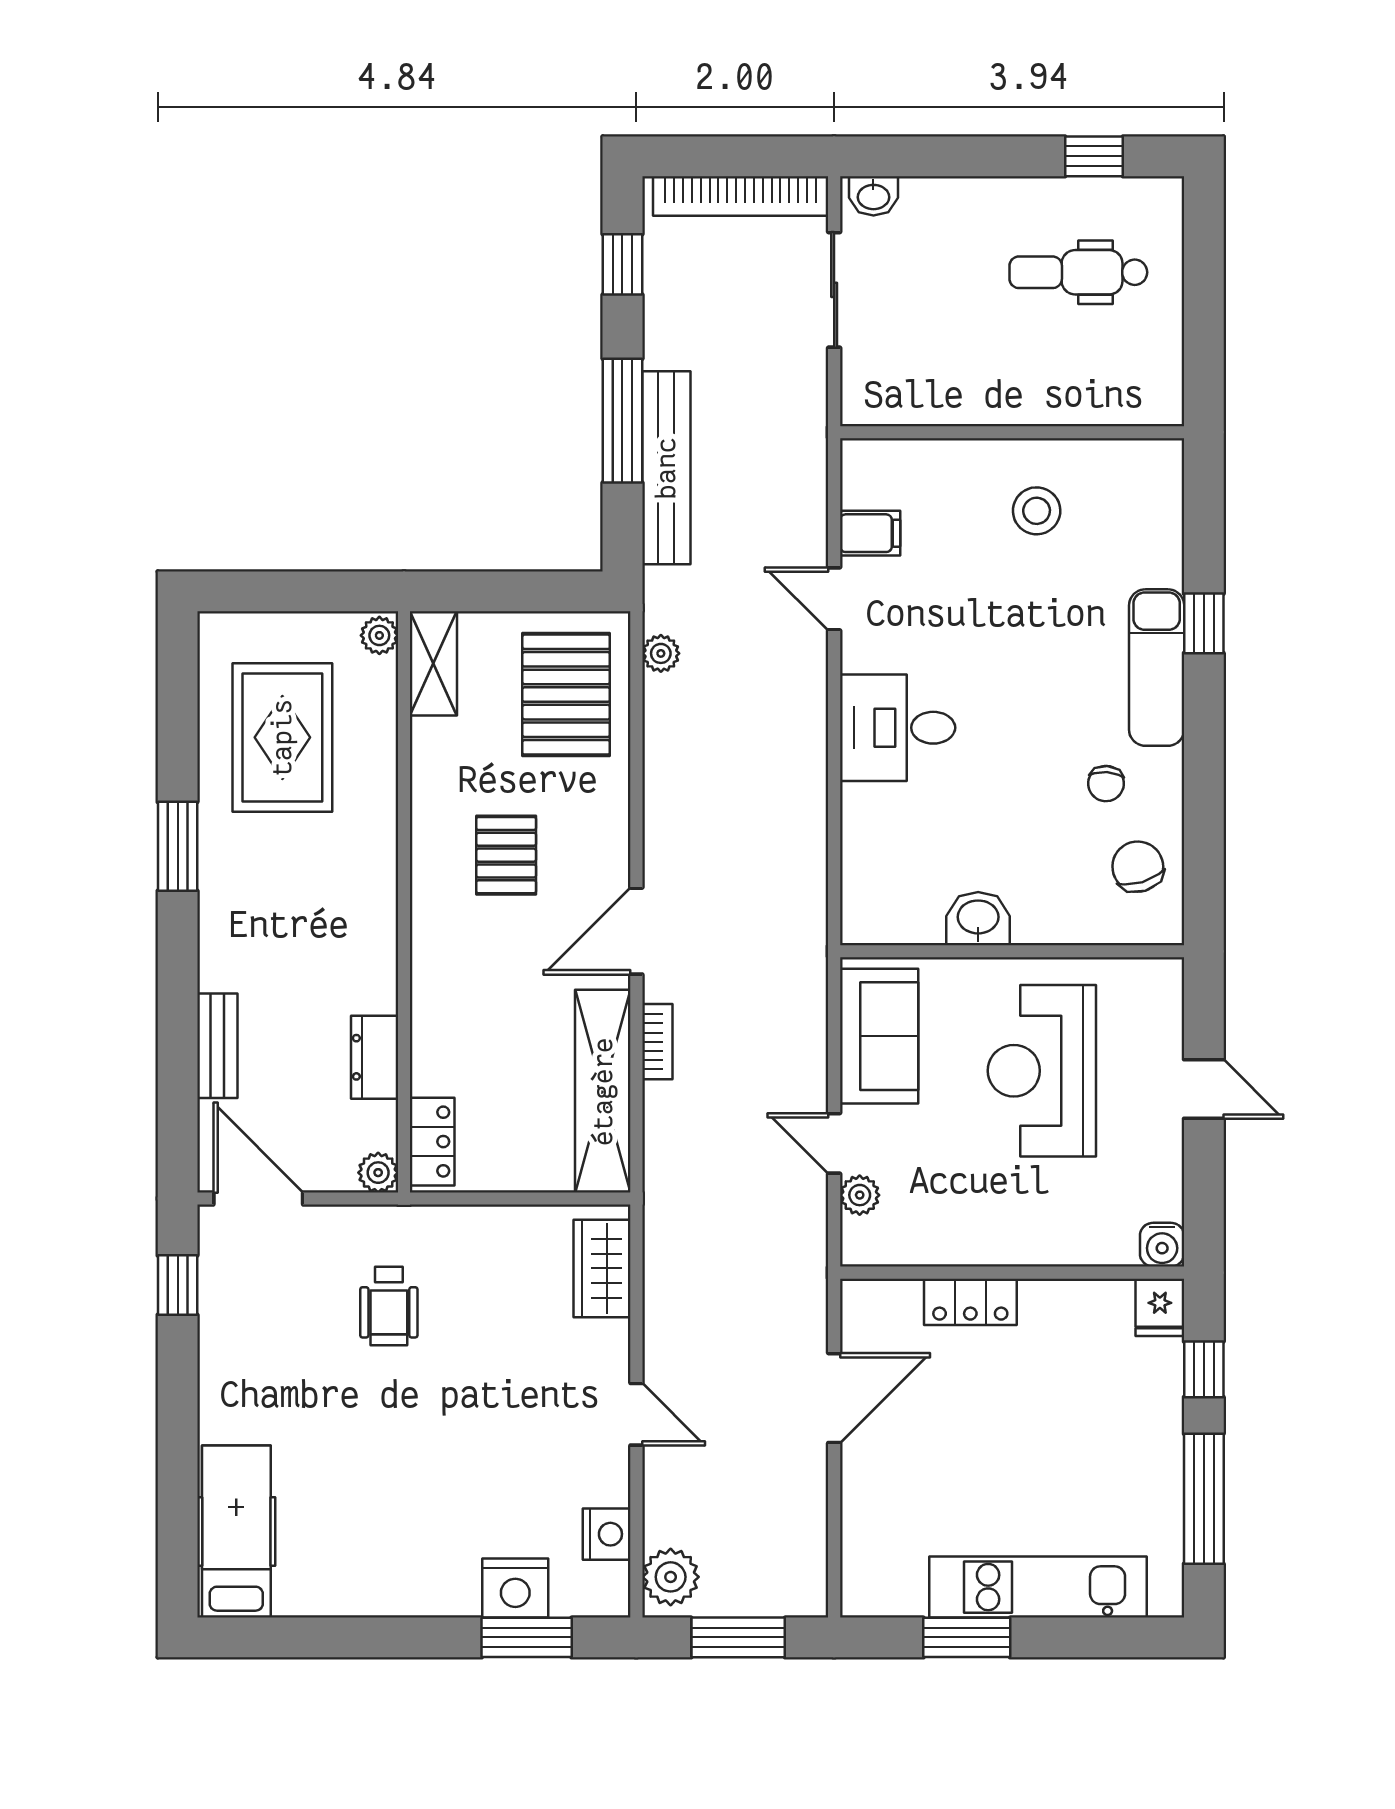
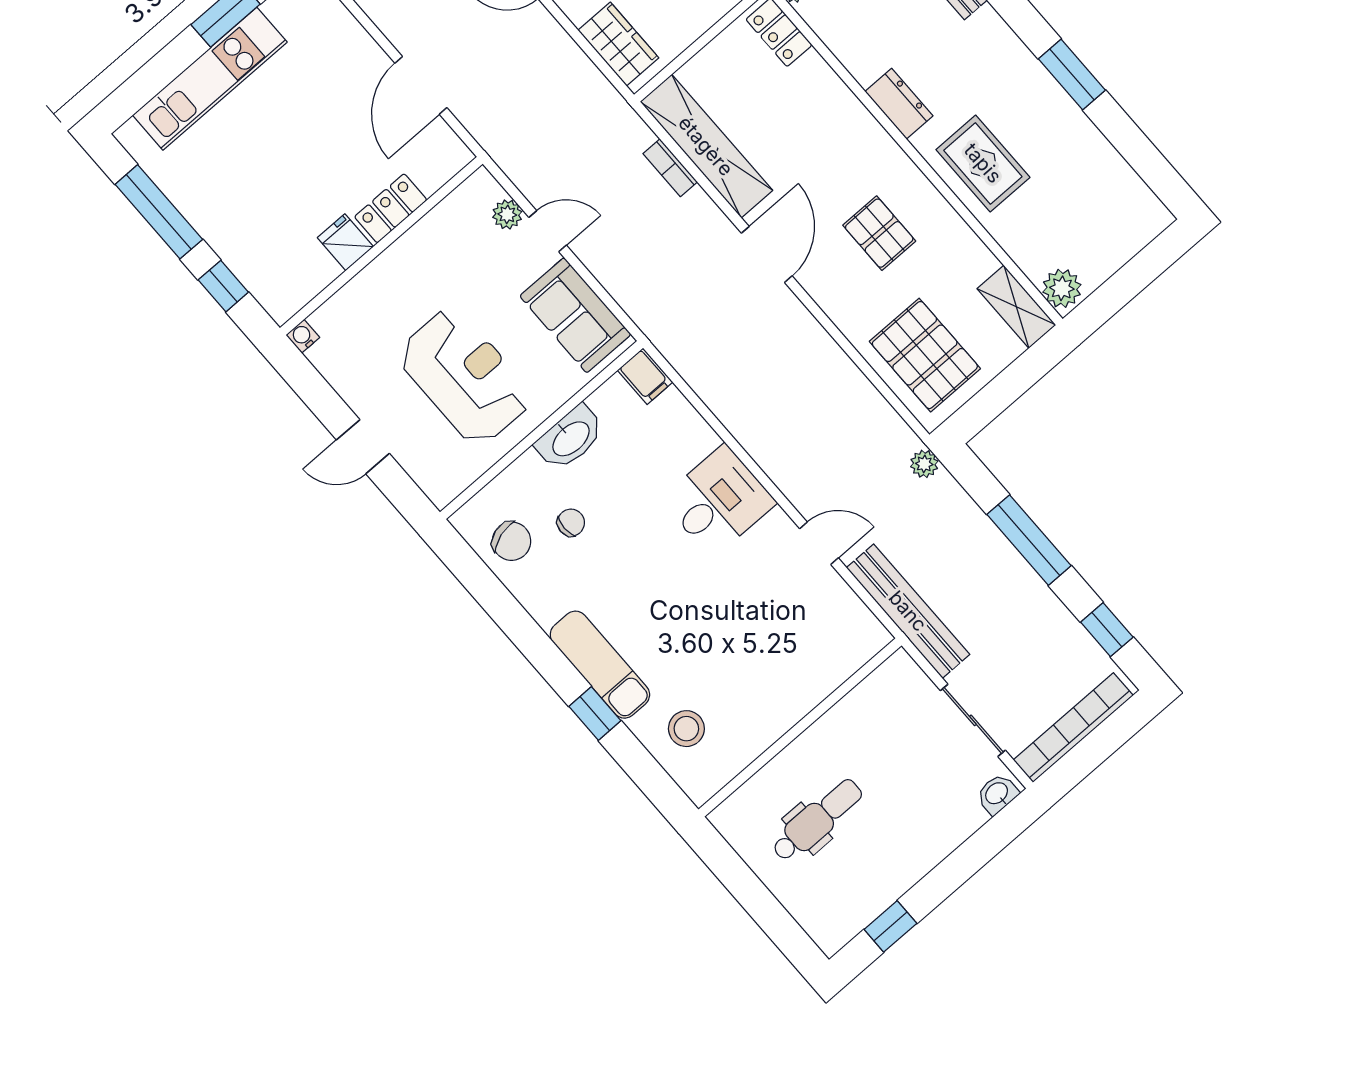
dental chair: (1078, 272) -> (817, 820), moved
bench: (666, 468) -> (908, 611), moved
stool: (1037, 511) -> (686, 729), moved
filing cabinet: (870, 533) -> (645, 376), moved, turned -90
plant: (379, 635) -> (1062, 288), width x1.38, depth x1.38
plant: (661, 653) -> (924, 464), moved
rug: (282, 737) -> (983, 163), moved, width x0.73, depth x0.70
chair: (1106, 784) -> (571, 523), moved, turned 86
washbasin: (978, 919) -> (570, 438), width x1.38
bookcase: (657, 1042) -> (670, 168), moved
dresser: (375, 1057) -> (899, 104), moved
water cooler: (1162, 1245) -> (303, 336), width x0.72, depth x0.72
fridge: (1160, 1307) -> (345, 242), moved

